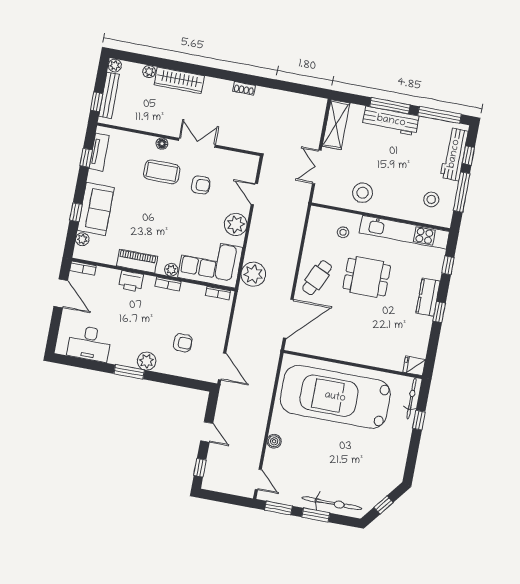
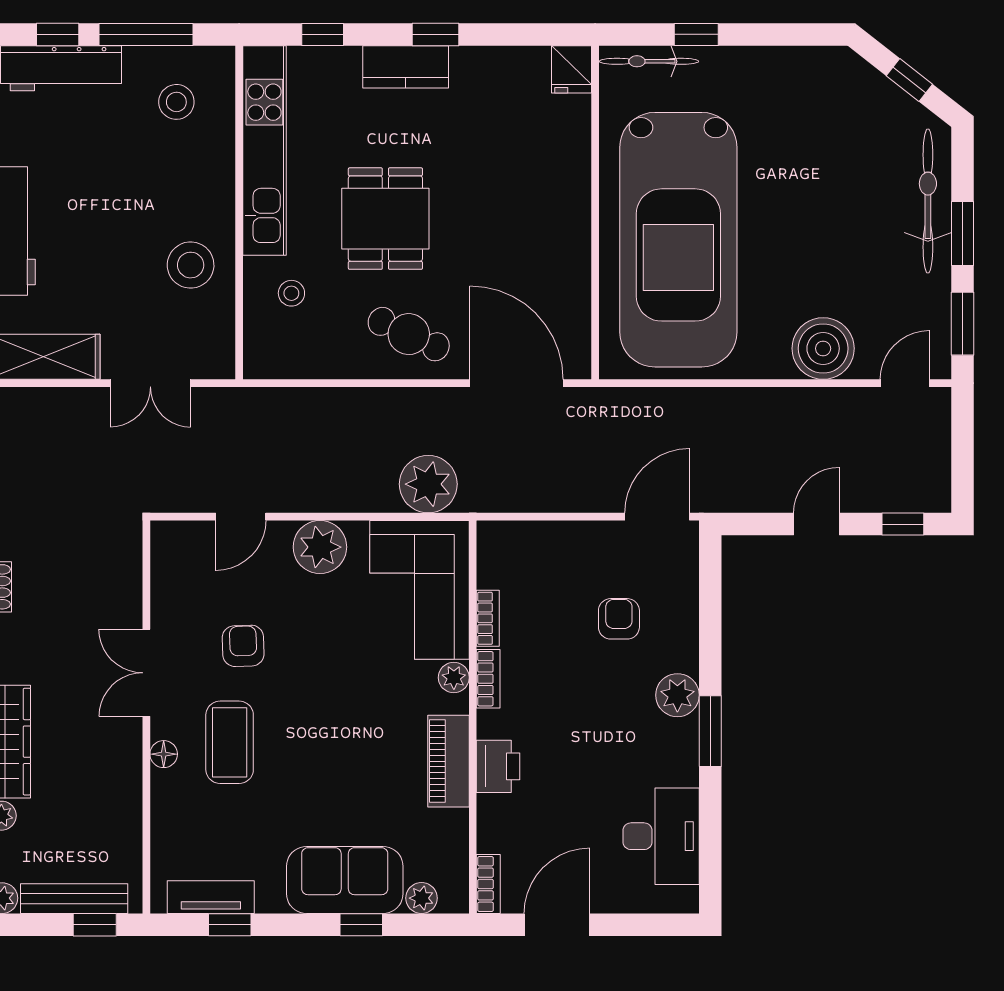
bookcase: (218, 293) -> (488, 618), moved
boiler: (274, 441) -> (823, 348), width x1.86, depth x1.86

